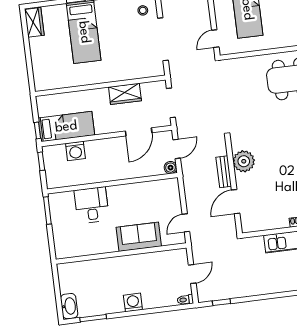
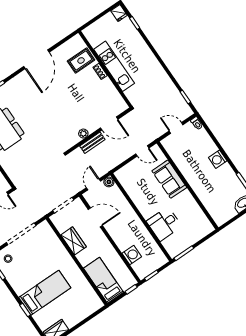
bed: (66, 127) -> (103, 280), moved
door: (177, 149) -> (93, 184), hinge flipped
plant: (244, 161) -> (83, 134), width x0.53, depth x0.53

